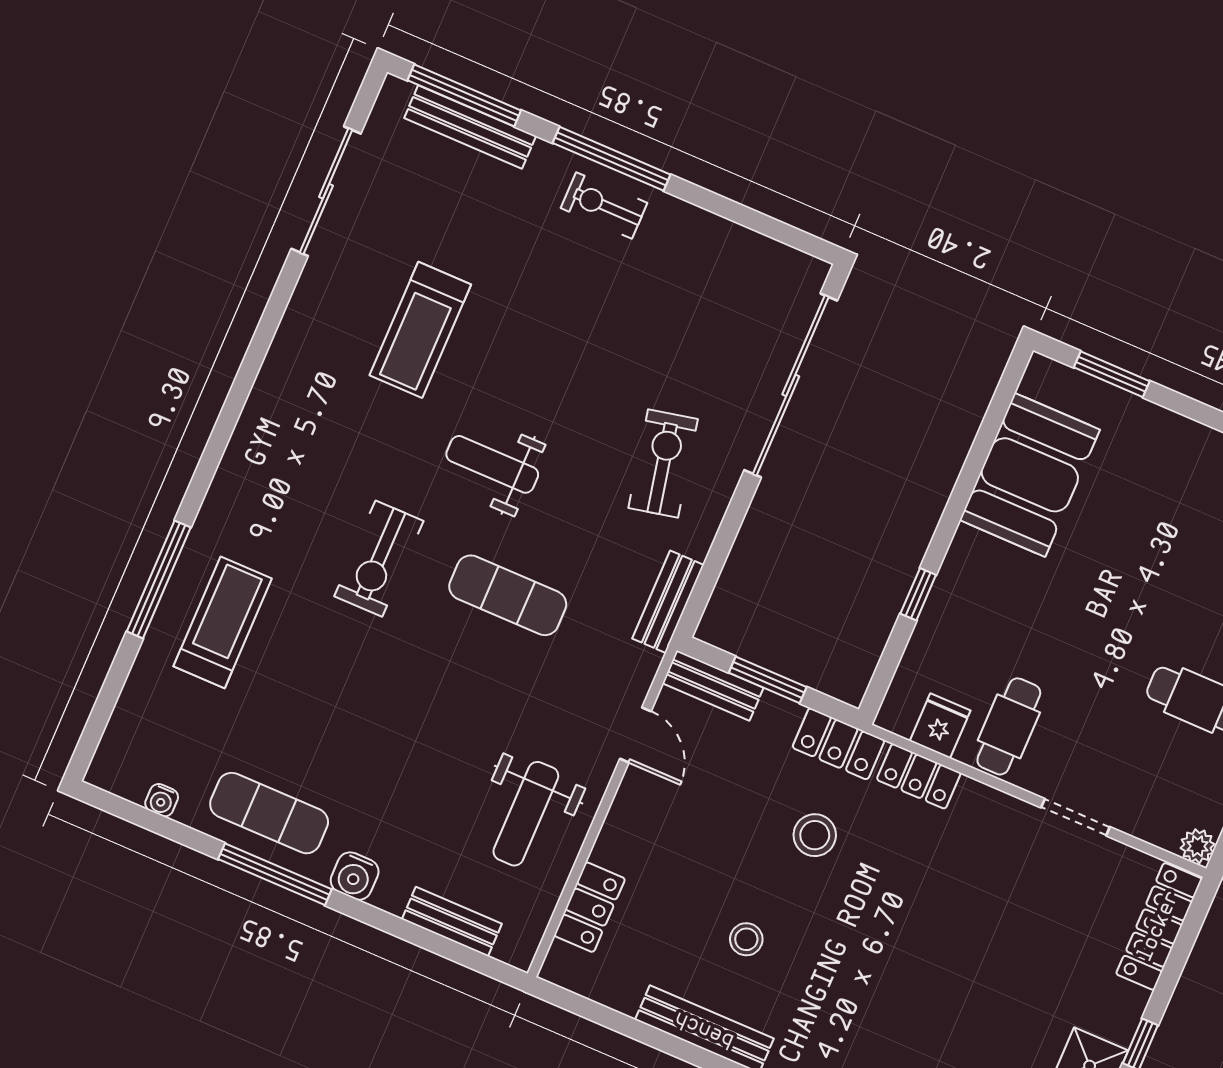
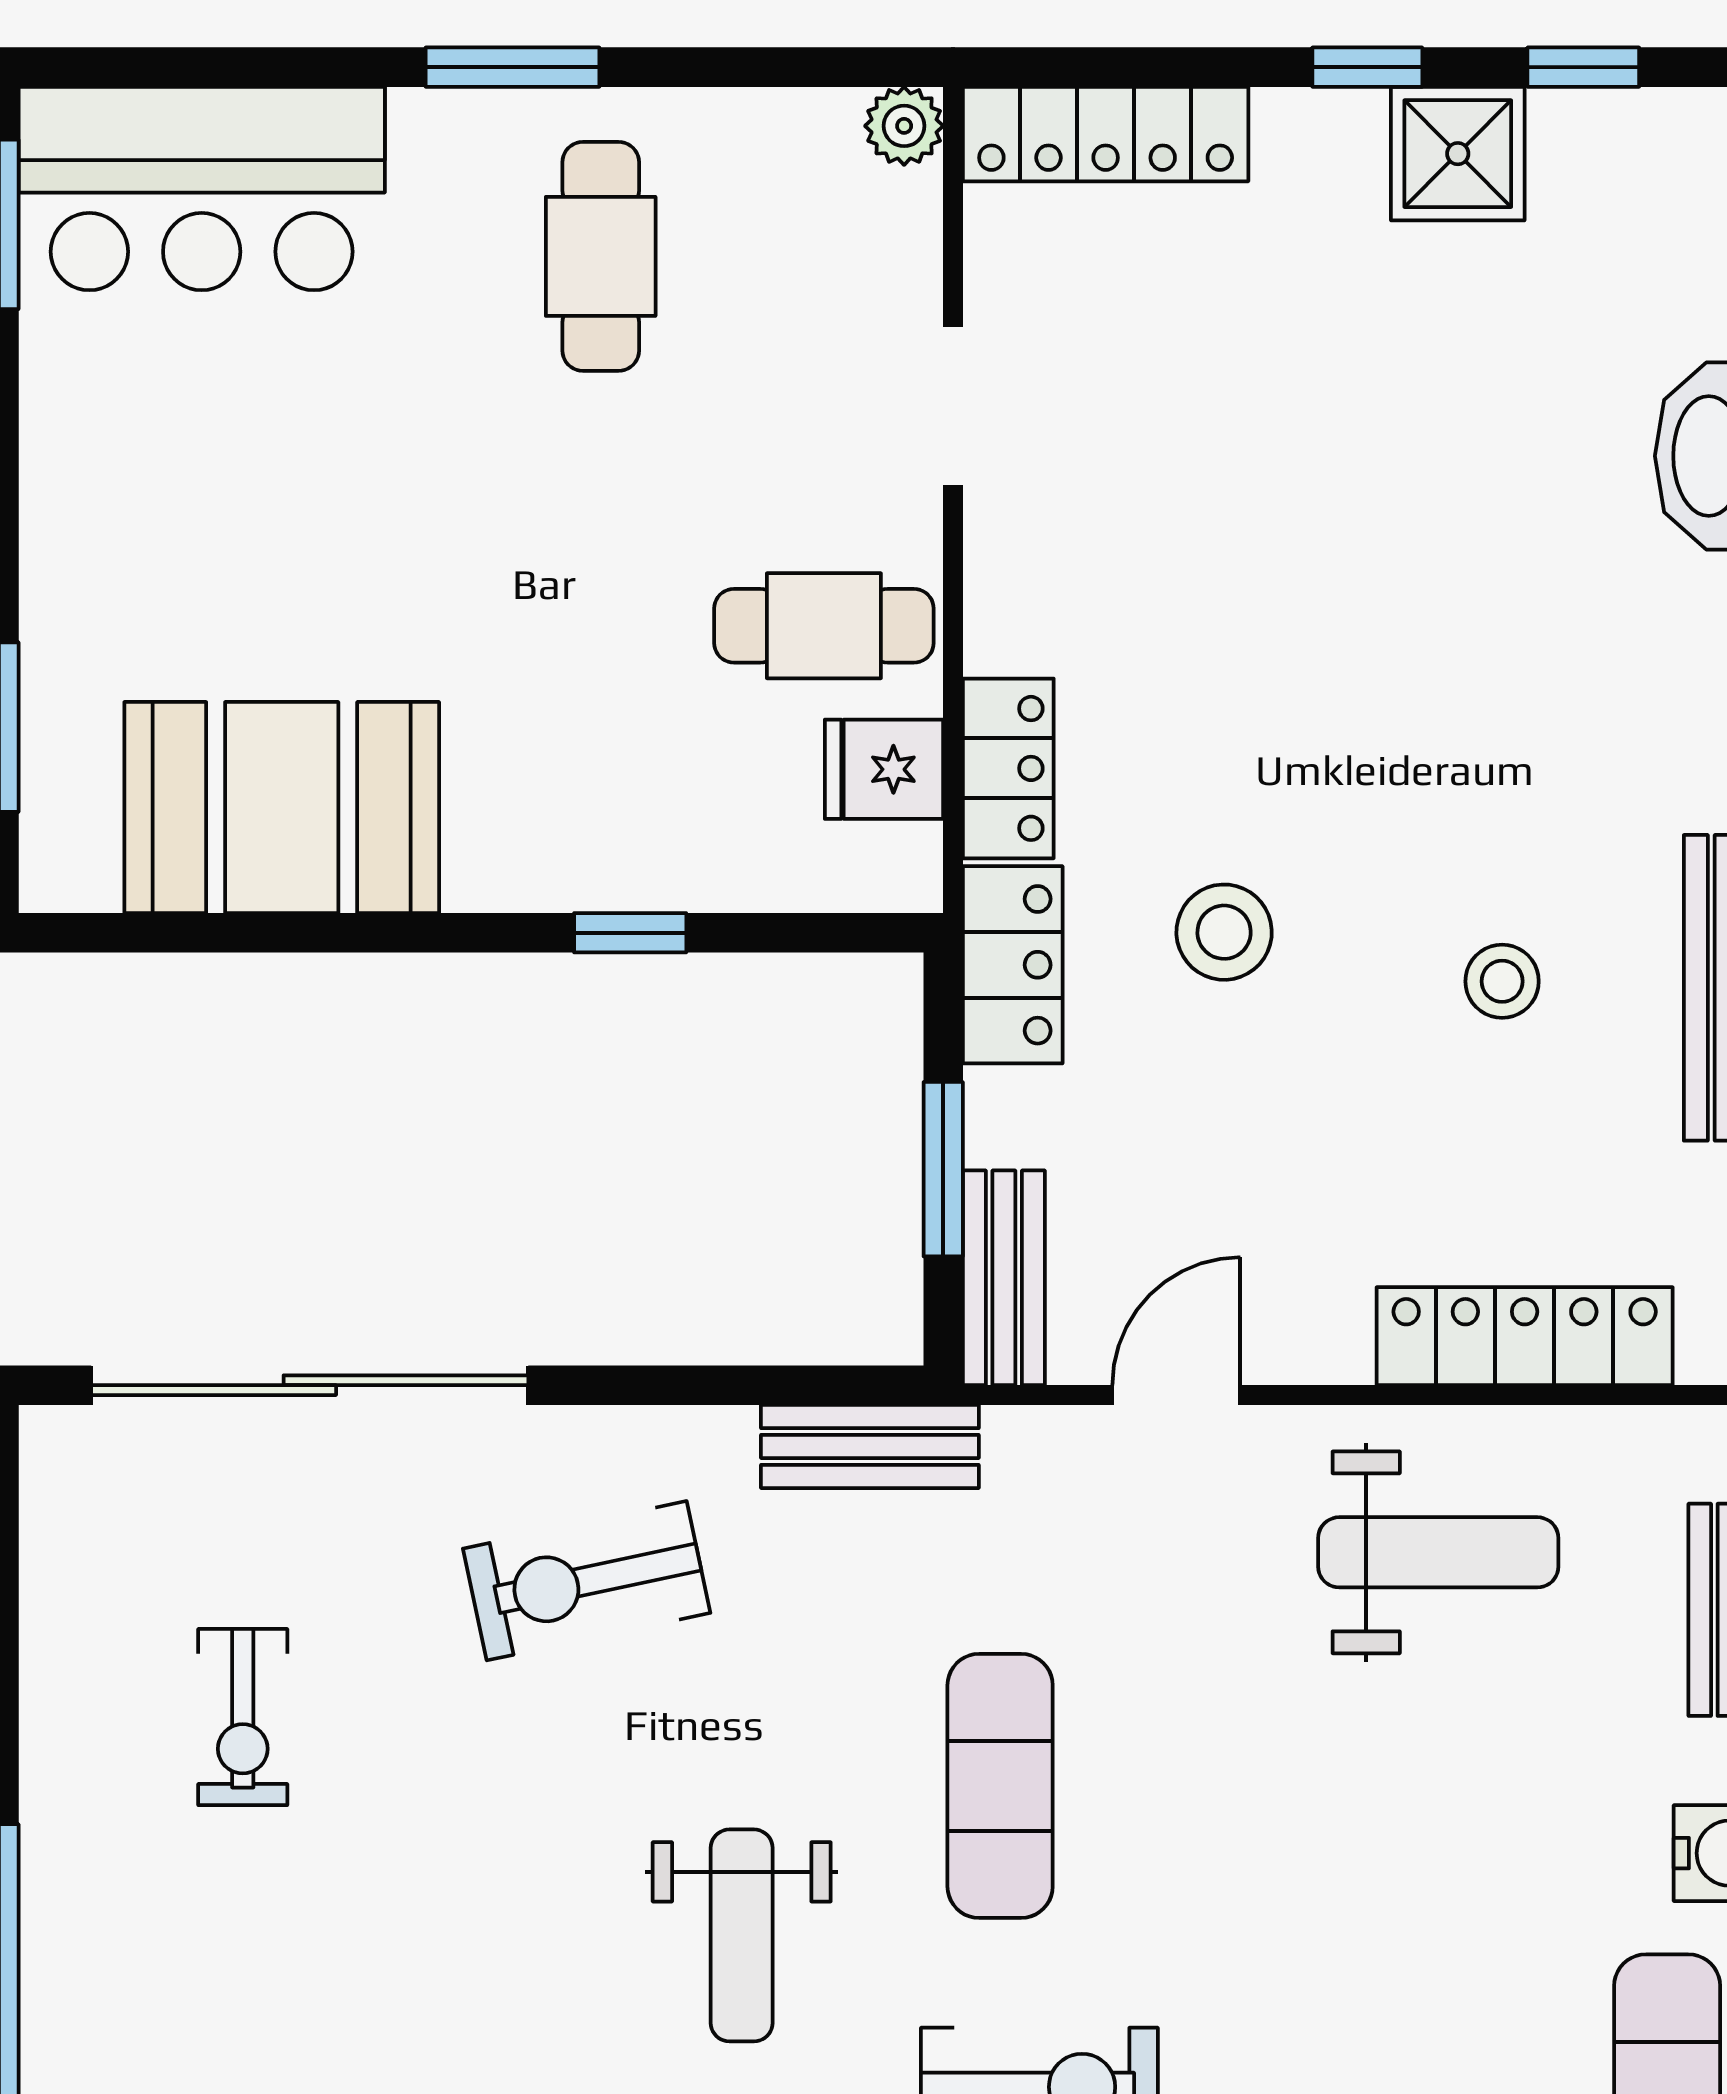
exercise bike: (604, 205) -> (243, 1717), moved
locker: (590, 907) -> (1525, 1336), width x1.53

